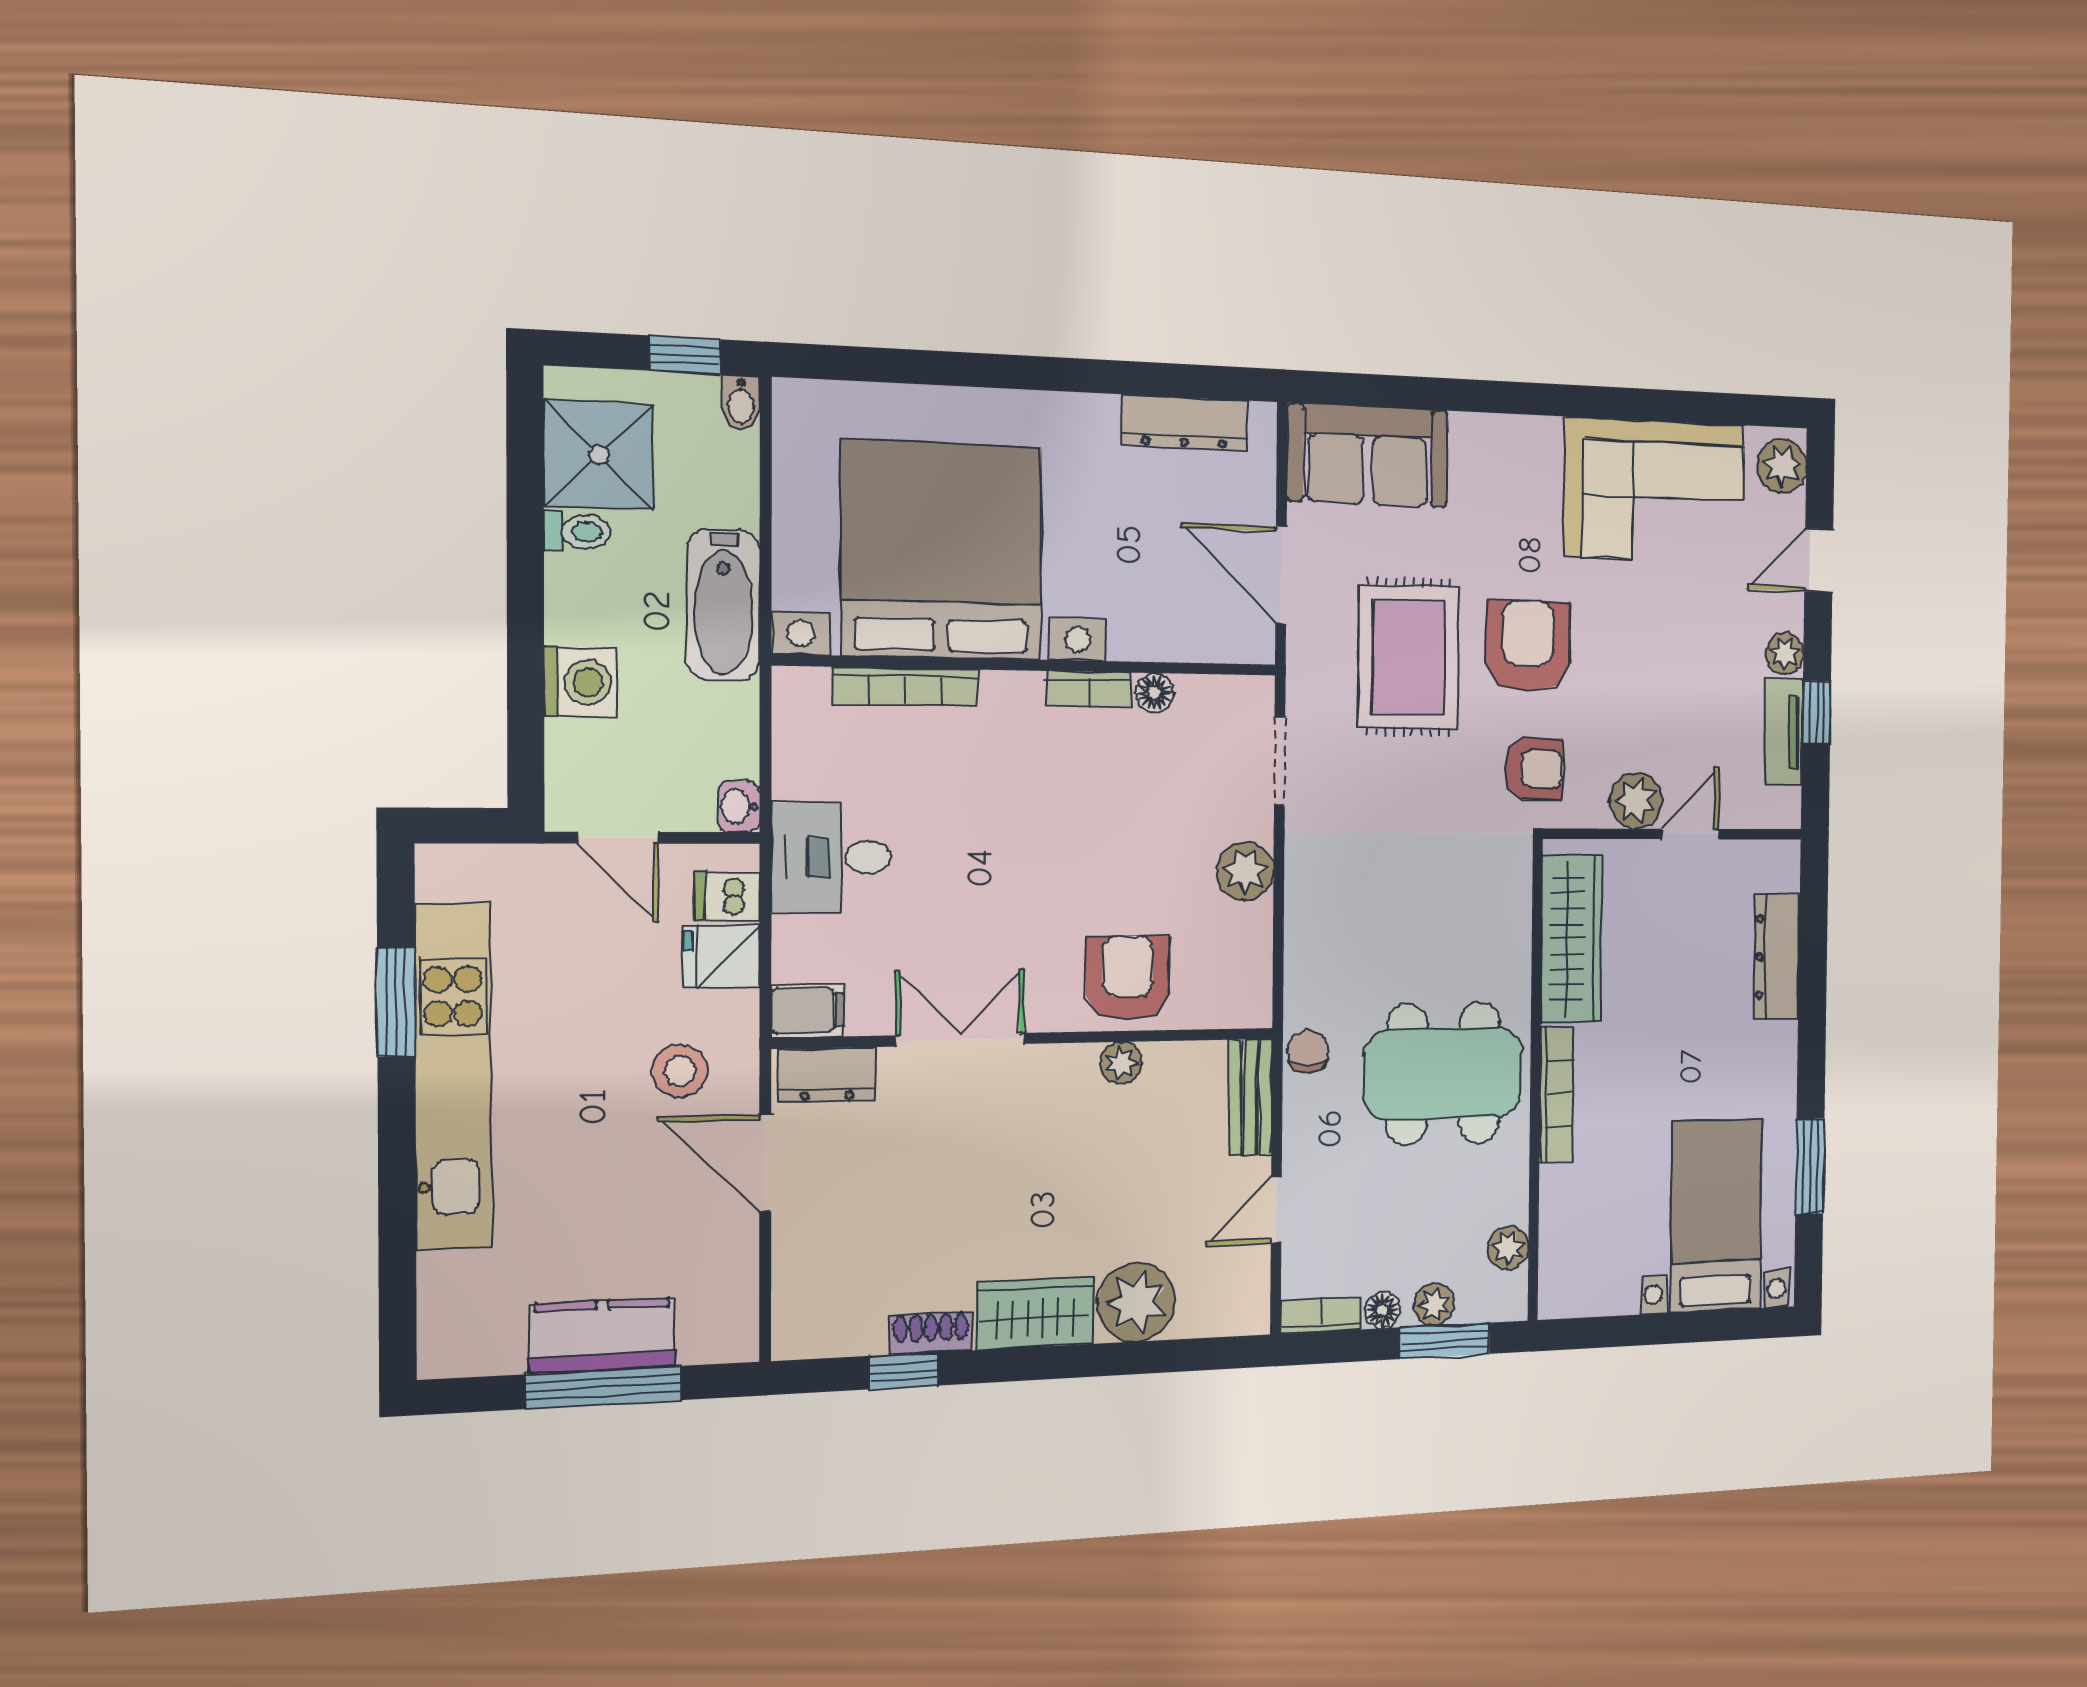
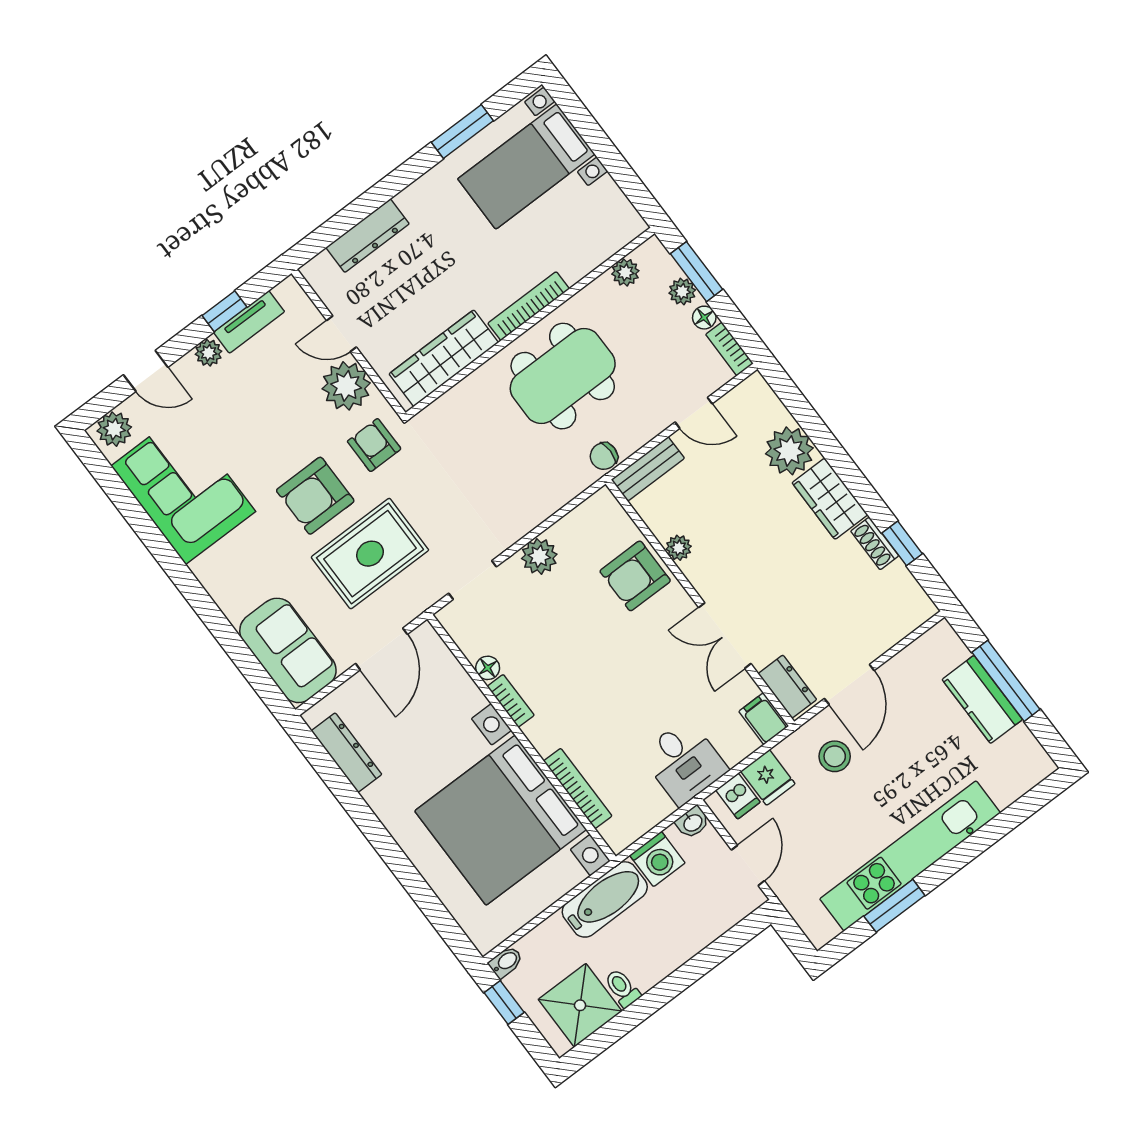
washing machine: (581, 682) -> (657, 859), moved, turned 180
plant: (1636, 801) -> (346, 386), width x1.36, depth x1.36
dining table: (1443, 1073) -> (563, 376), turned 90

